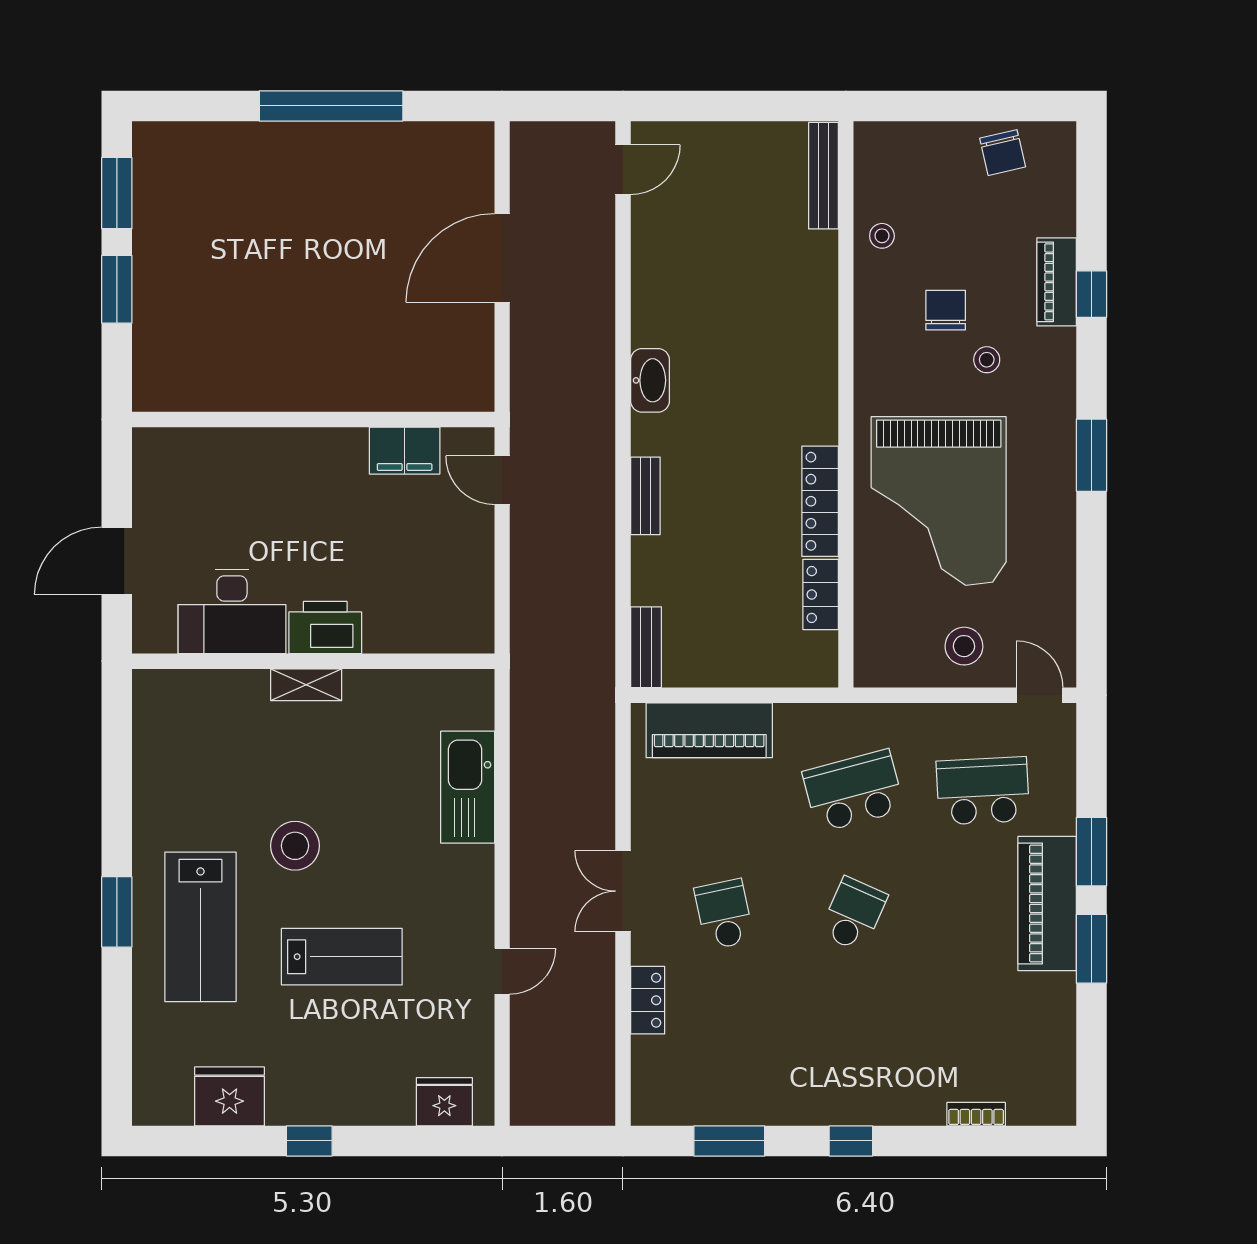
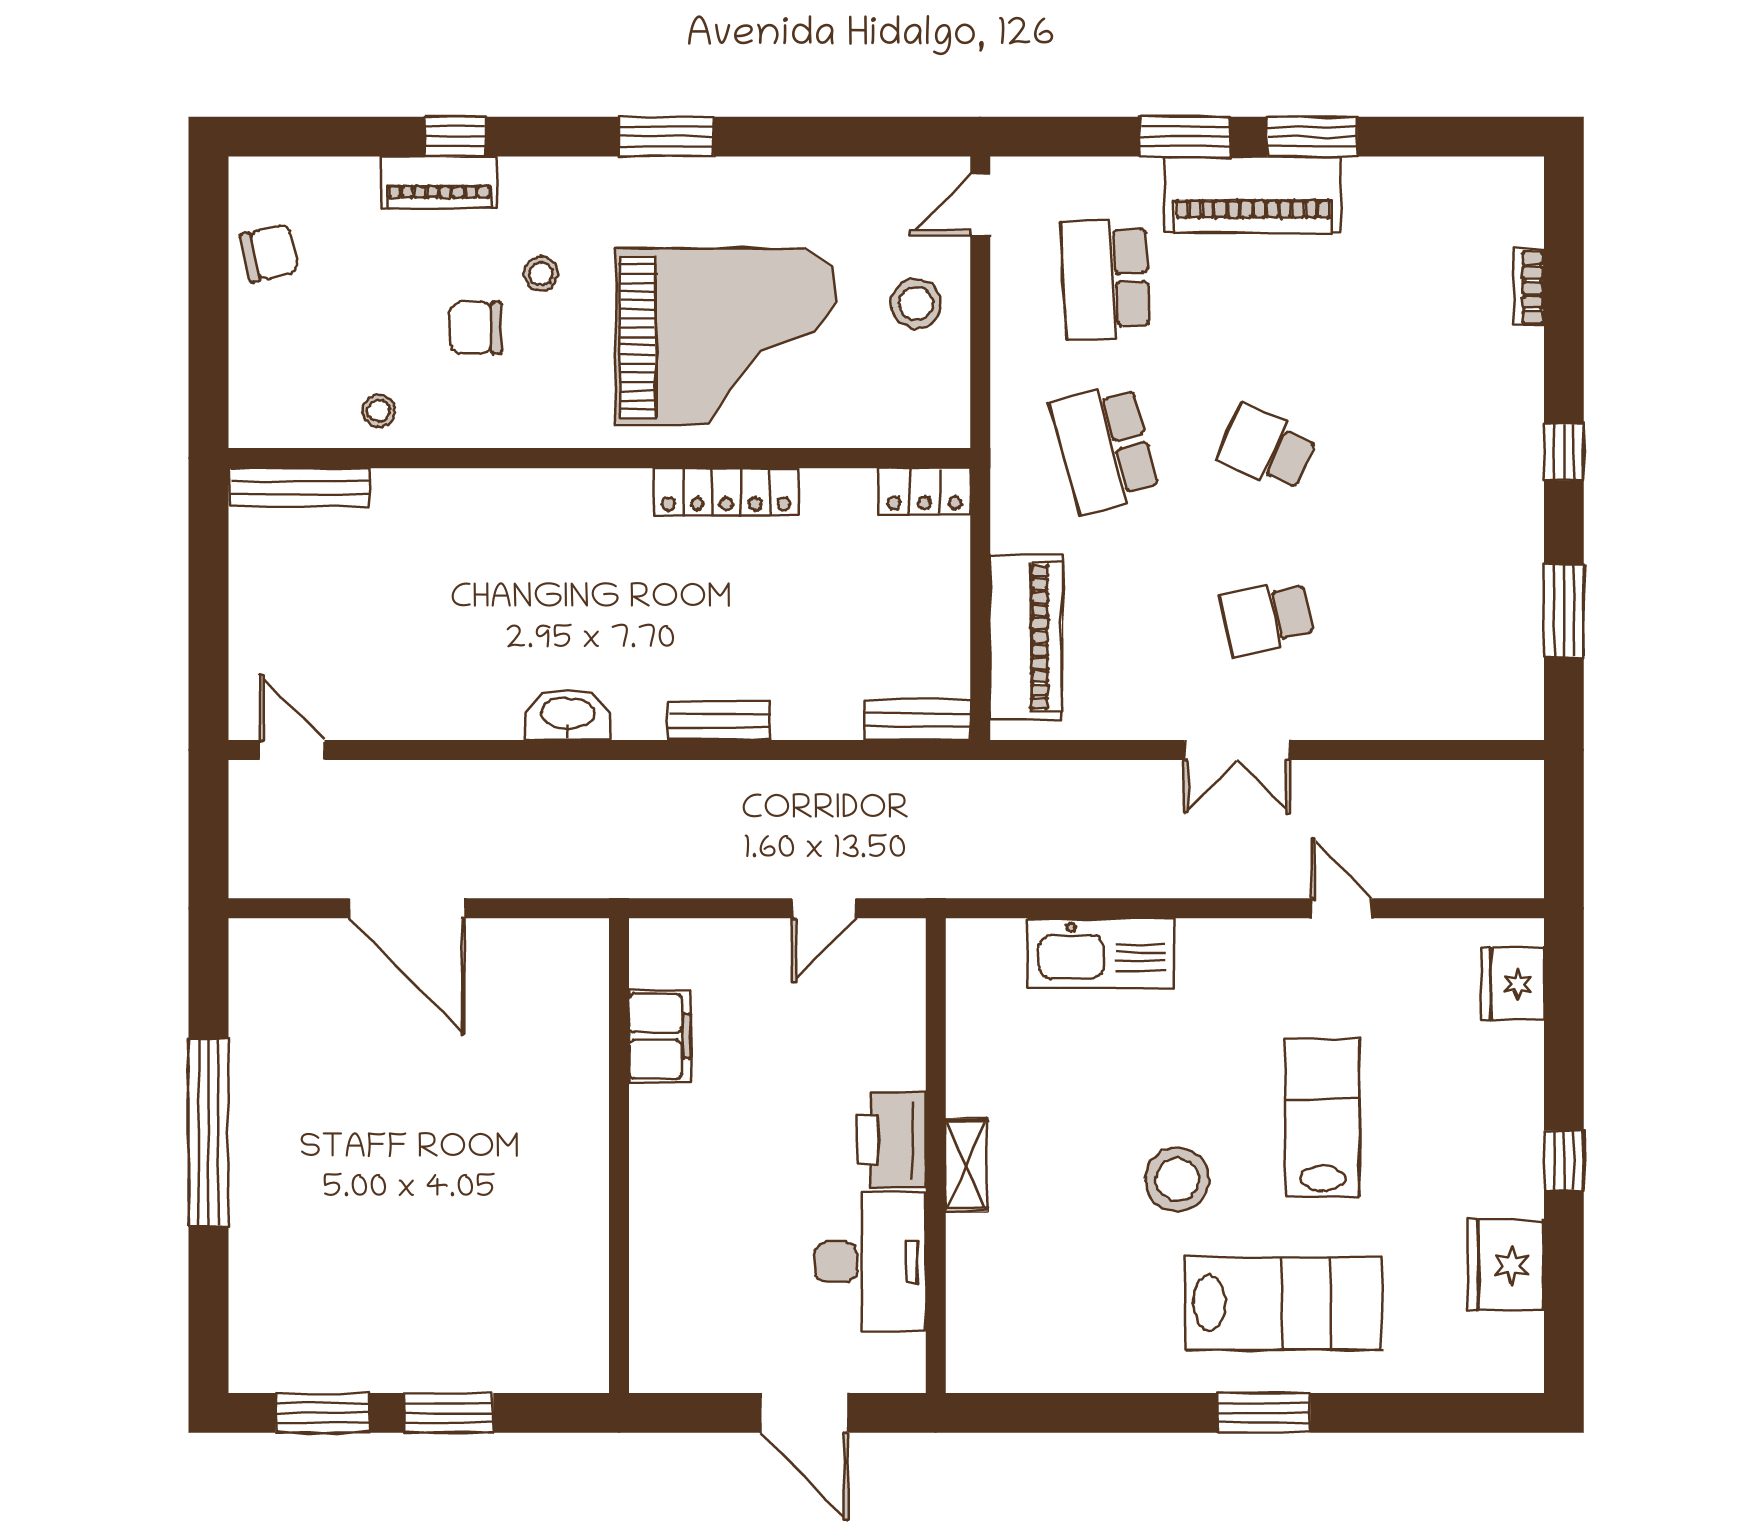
door: (502, 480) -> (824, 908), moved
locker: (821, 595) -> (924, 491), moved
locker: (648, 1000) -> (1380, 718), removed

